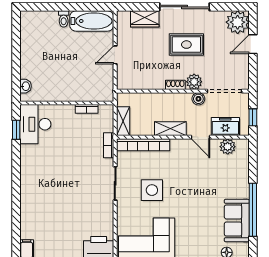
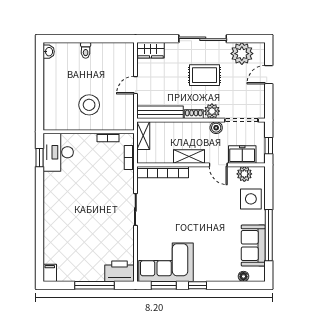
wardrobe: (145, 19) -> (151, 50), moved
bathtub: (92, 21) -> (113, 52), removed
plant: (238, 22) -> (242, 54), moved
stool: (67, 75) -> (89, 105), added
bench: (140, 83) -> (160, 112), added
washbasin: (25, 86) -> (49, 52), moved
shelving: (123, 121) -> (143, 136), moved
bookcase: (109, 145) -> (129, 158), moved
side table: (152, 190) -> (251, 199), moved

